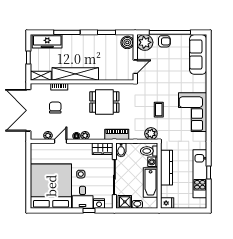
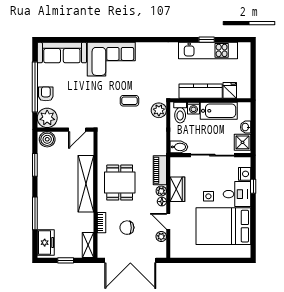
freezer: (47, 41) -> (46, 243), width x0.71
door: (135, 67) -> (77, 130), swing flipped
shelving: (75, 74) -> (86, 184), moved
dining table: (104, 102) -> (120, 183), moved
corner sofa: (193, 112) -> (111, 59), moved
piano: (117, 134) -> (160, 170), moved
wardrobe: (103, 149) -> (177, 189), moved
bed: (51, 186) -> (223, 226), width x0.73
fridge: (167, 203) -> (230, 90), moved

